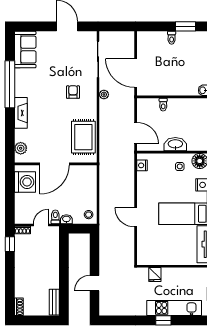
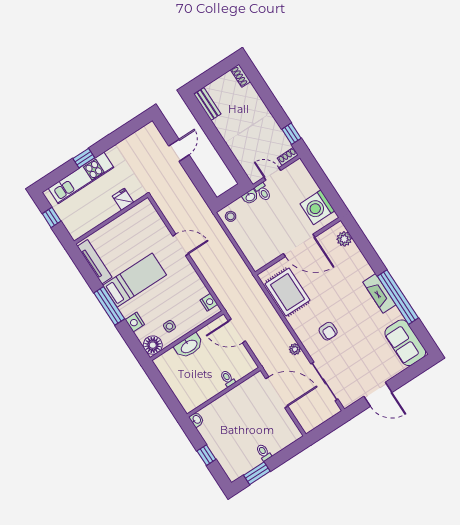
fireplace: (21, 113) -> (379, 293), moved
door: (54, 164) -> (299, 245), swing flipped
door: (41, 225) -> (272, 174), swing flipped

